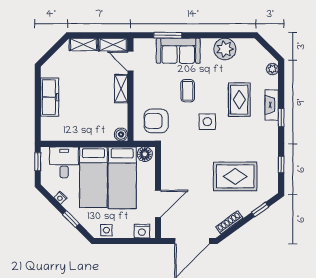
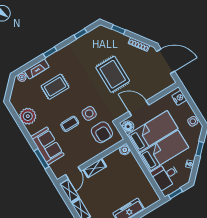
fireplace: (272, 105) -> (37, 69), moved
side table: (207, 122) -> (89, 113), moved
rug: (235, 176) -> (113, 74), moved
door: (158, 204) -> (139, 108), moved

